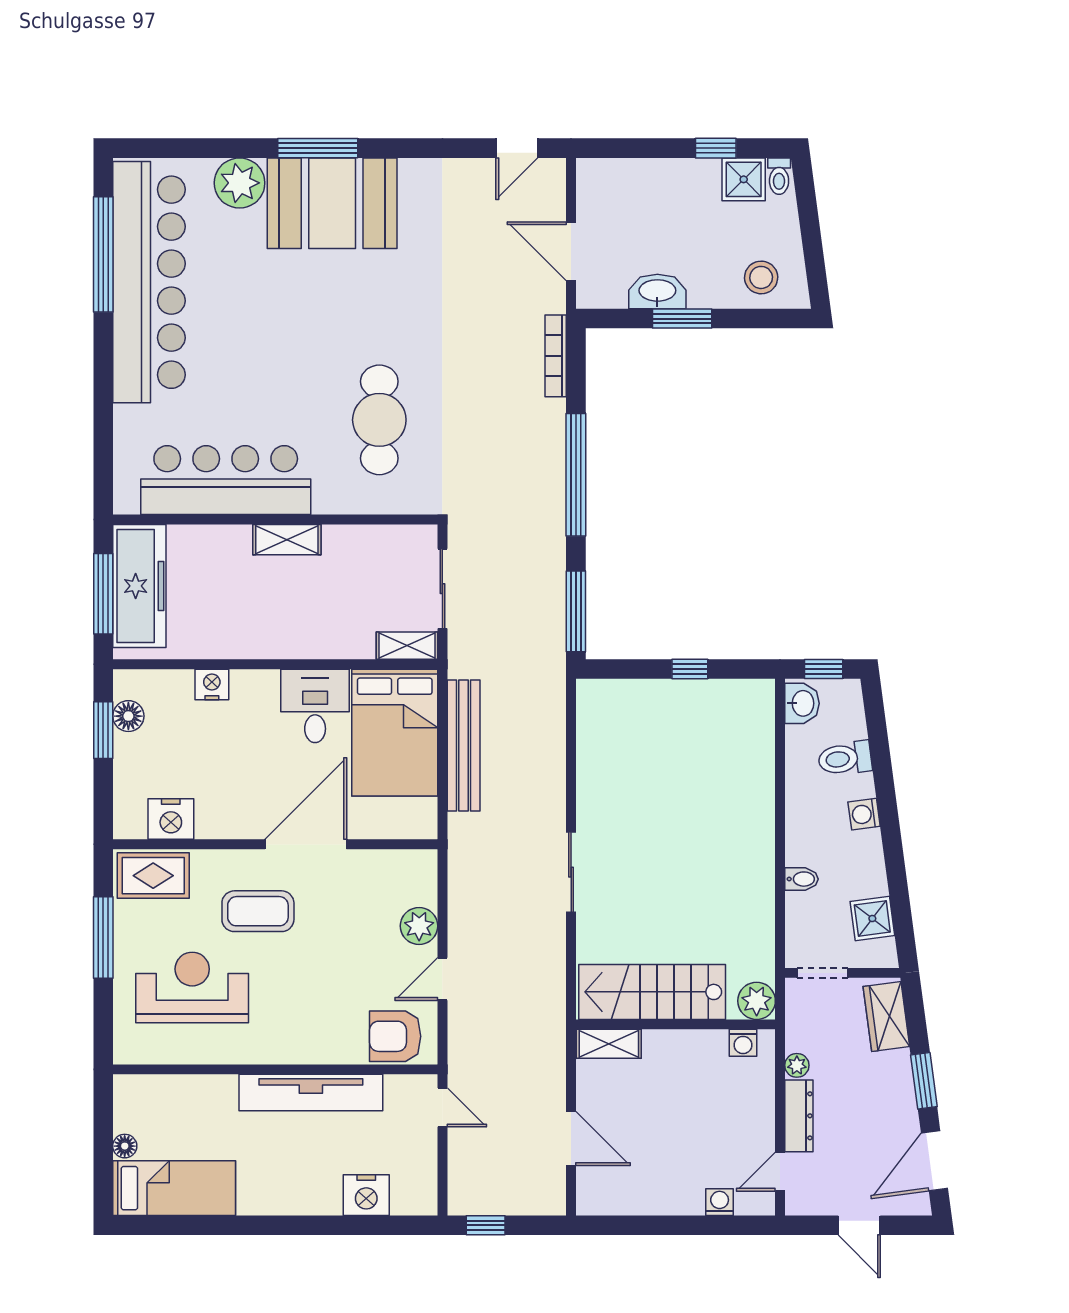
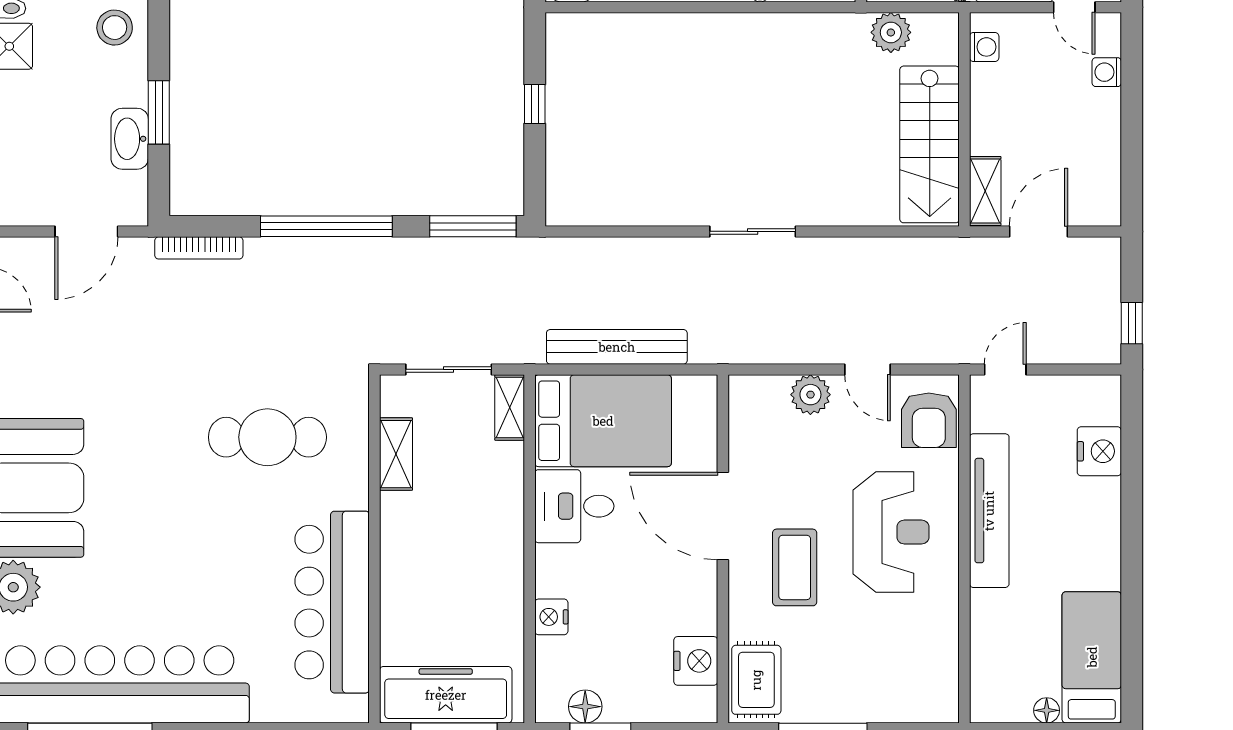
shelving: (287, 540) -> (396, 454), moved
reception desk: (192, 987) -> (891, 532), moved, turned 180
stairs: (652, 992) -> (930, 144), moved
wall: (676, 1024) -> (964, 119), moved
washing machine: (743, 1043) -> (984, 47), moved
shelving: (609, 1044) -> (985, 191), moved

